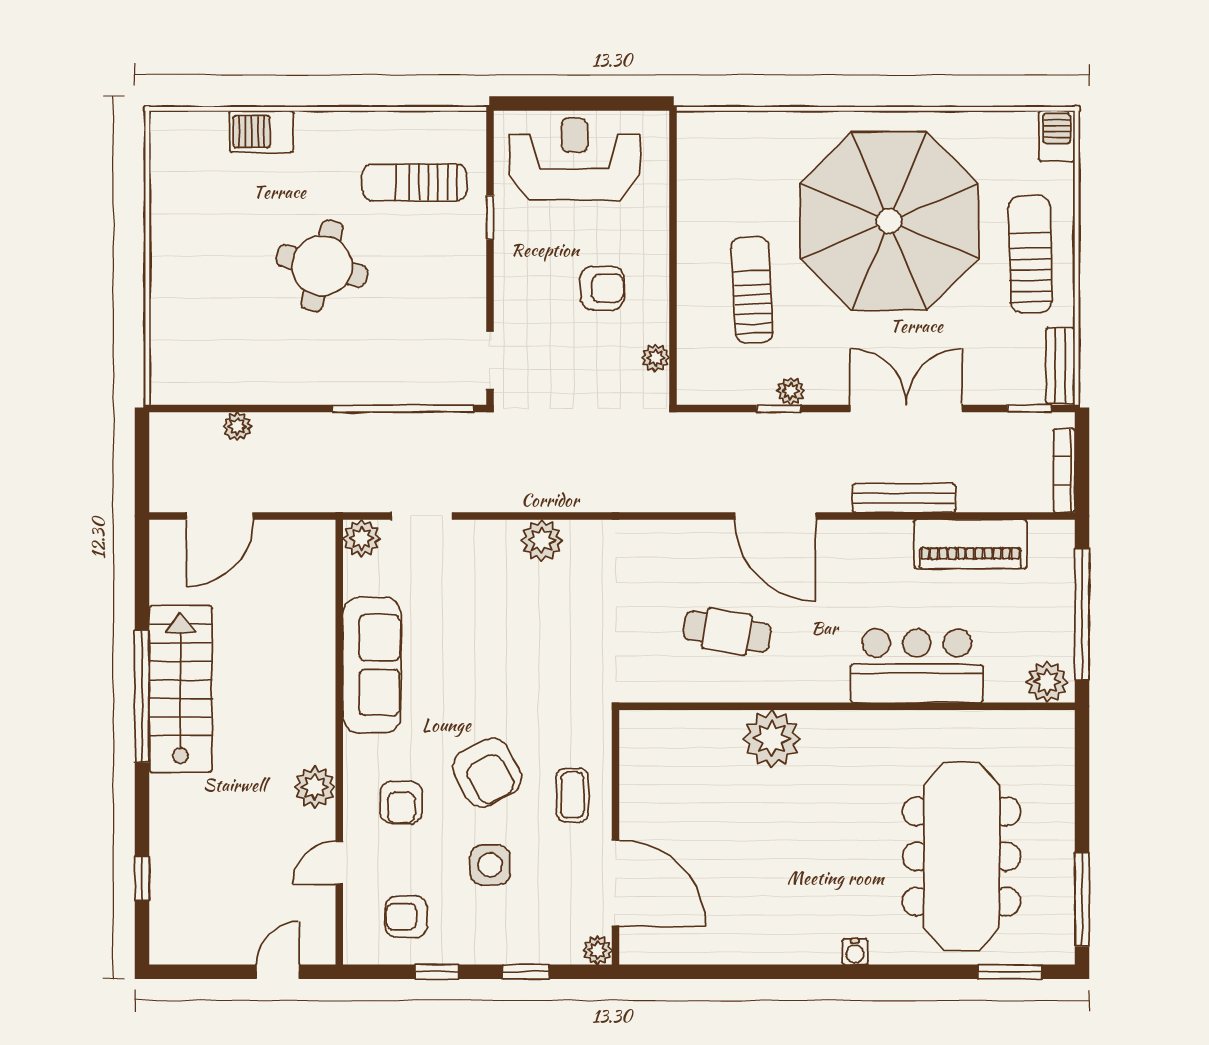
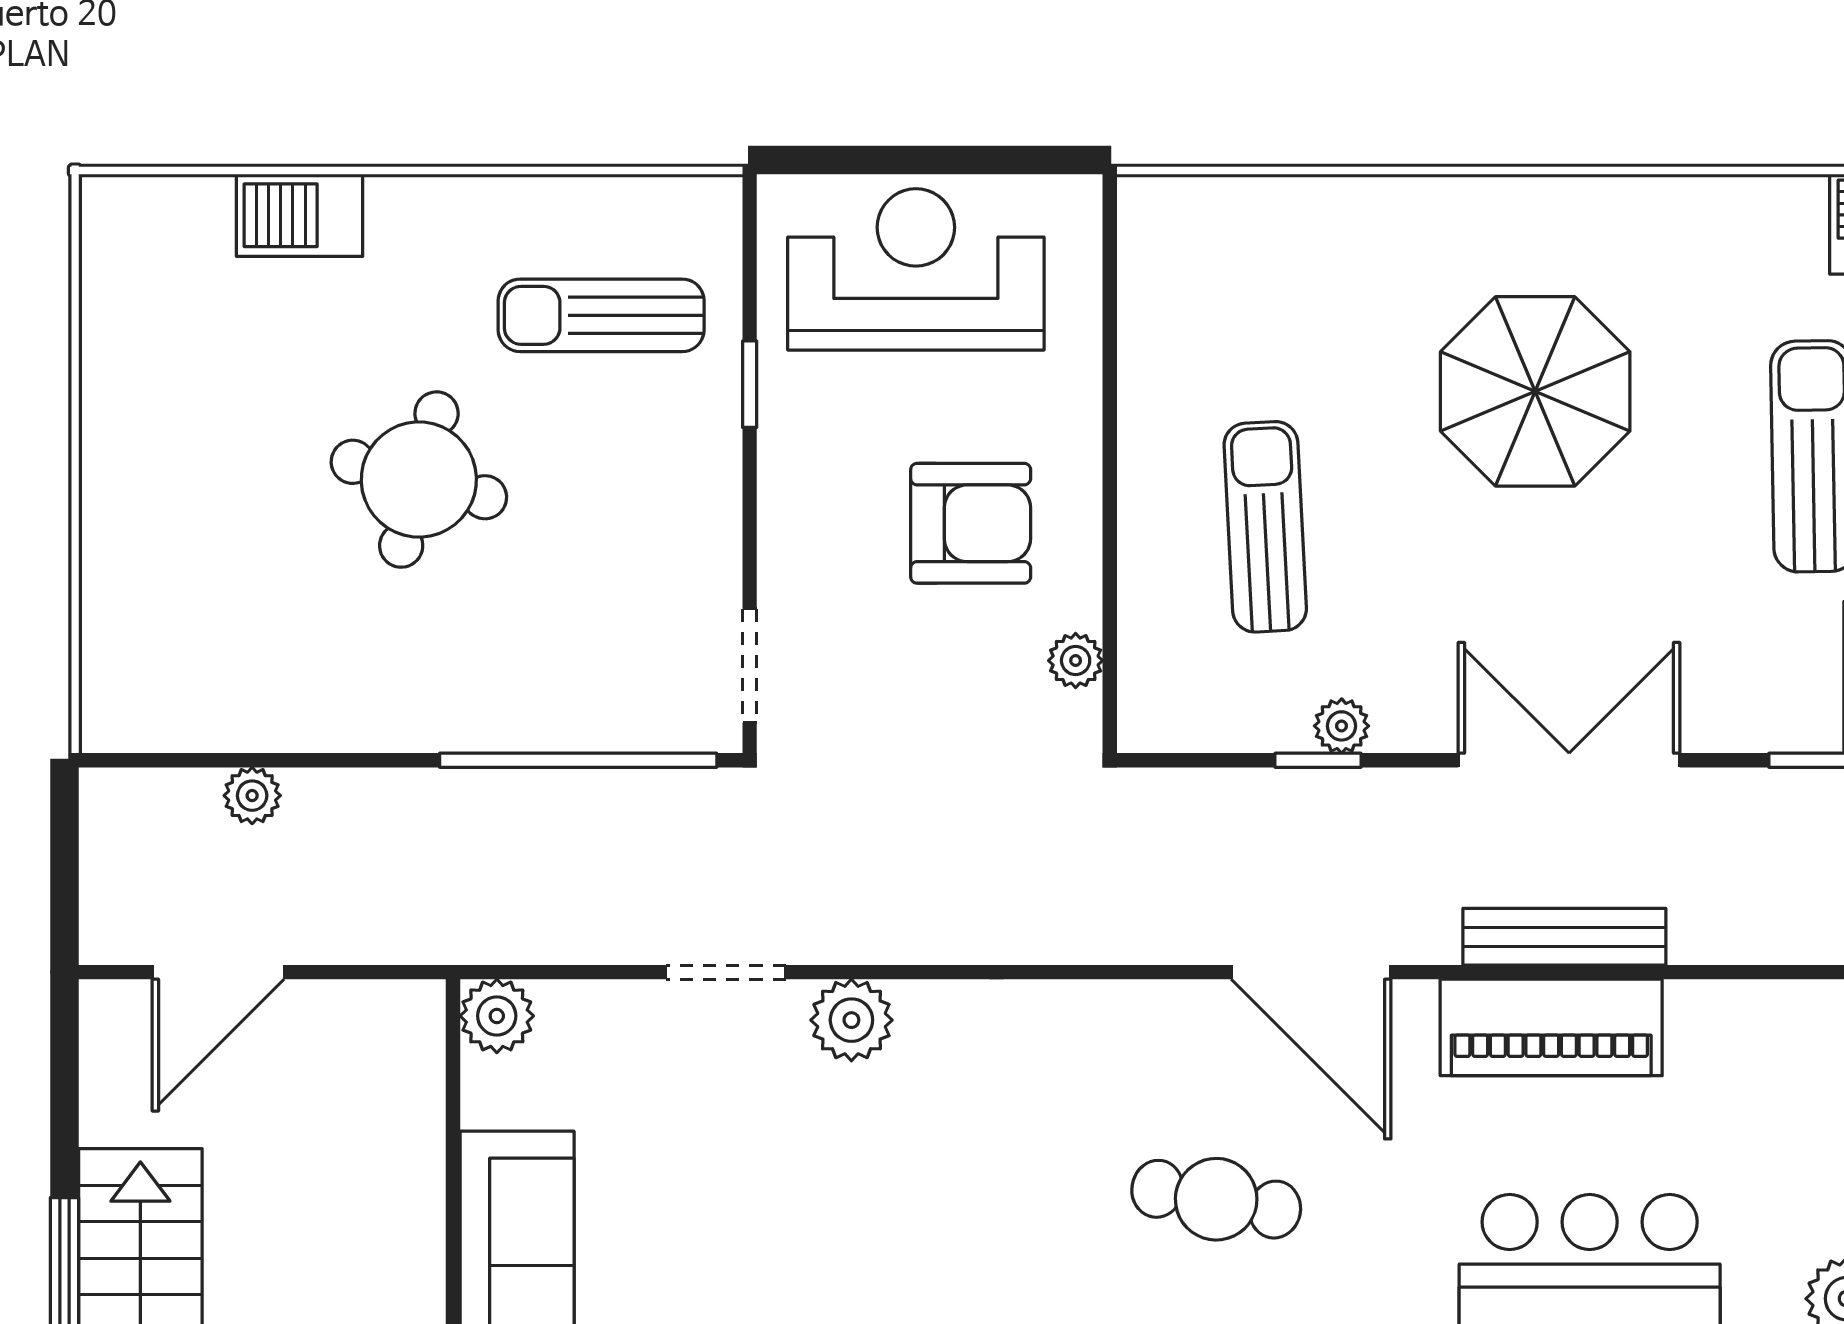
parasol: (889, 221) -> (1535, 391), width x0.54, depth x0.54
armchair: (602, 288) -> (971, 523), width x1.38, depth x1.38
doorway: (422, 516) -> (726, 972), moved
piano: (970, 544) -> (1551, 1027), moved

